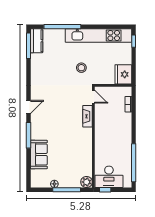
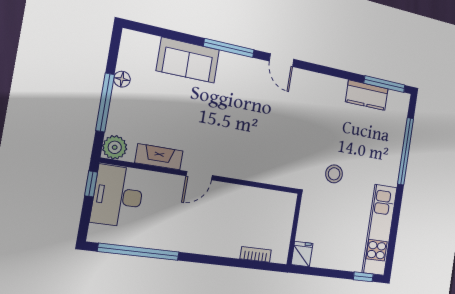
kitchen unit: (98, 35) -> (380, 230), width x0.73
kitchen counter: (37, 41) -> (367, 95), moved
fridge: (123, 74) -> (302, 254), width x0.53, depth x0.75
door: (93, 97) -> (199, 176), moved
fireplace: (88, 116) -> (159, 157), moved

